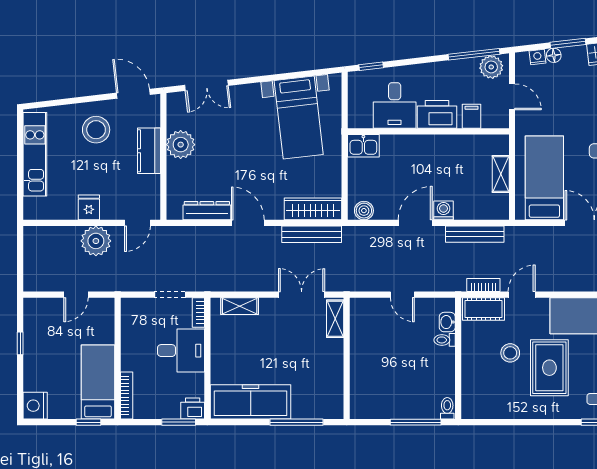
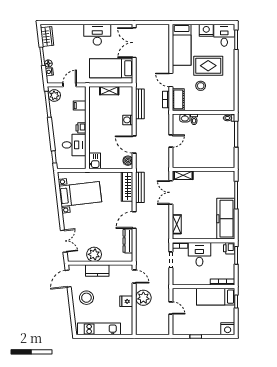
printer: (437, 114) -> (81, 128), width x0.53, depth x0.68
door: (415, 223) -> (134, 145), moved

